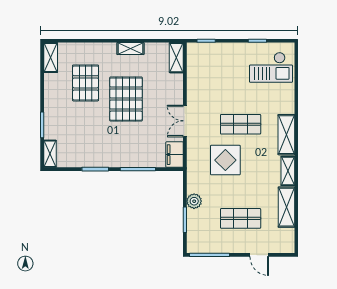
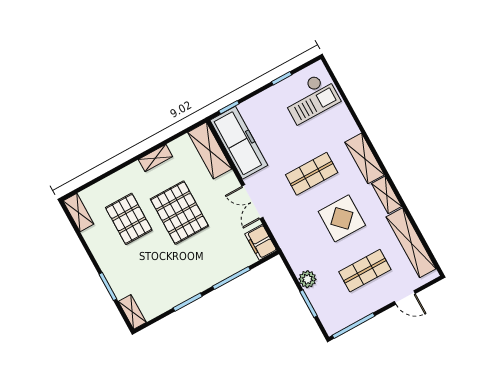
shelving: (176, 58) -> (210, 151), width x1.50, depth x1.33
freezer: (199, 71) -> (239, 143), added
display table: (225, 160) -> (342, 218), moved
shelving: (286, 207) -> (411, 243), width x1.47

